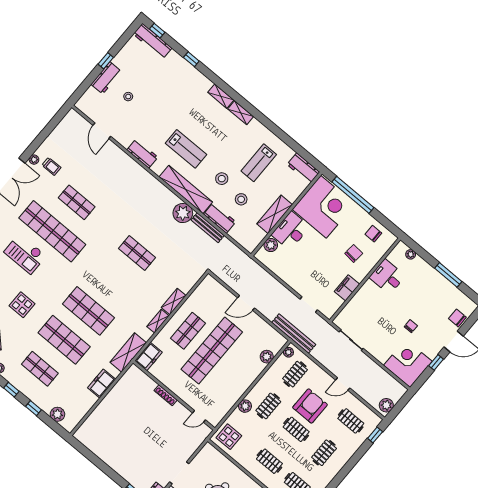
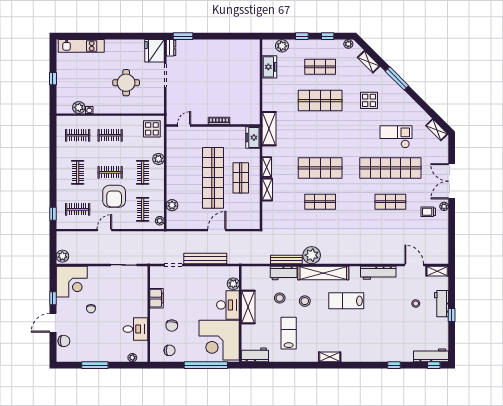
shelving: (221, 96) -> (437, 271), moved
workbench: (142, 154) -> (378, 273), width x1.38
shop shelf: (88, 311) -> (320, 168), moved
bench: (294, 334) -> (205, 259), moved
freezer: (102, 384) -> (269, 67), moved
plant: (386, 405) -> (62, 256), moved

